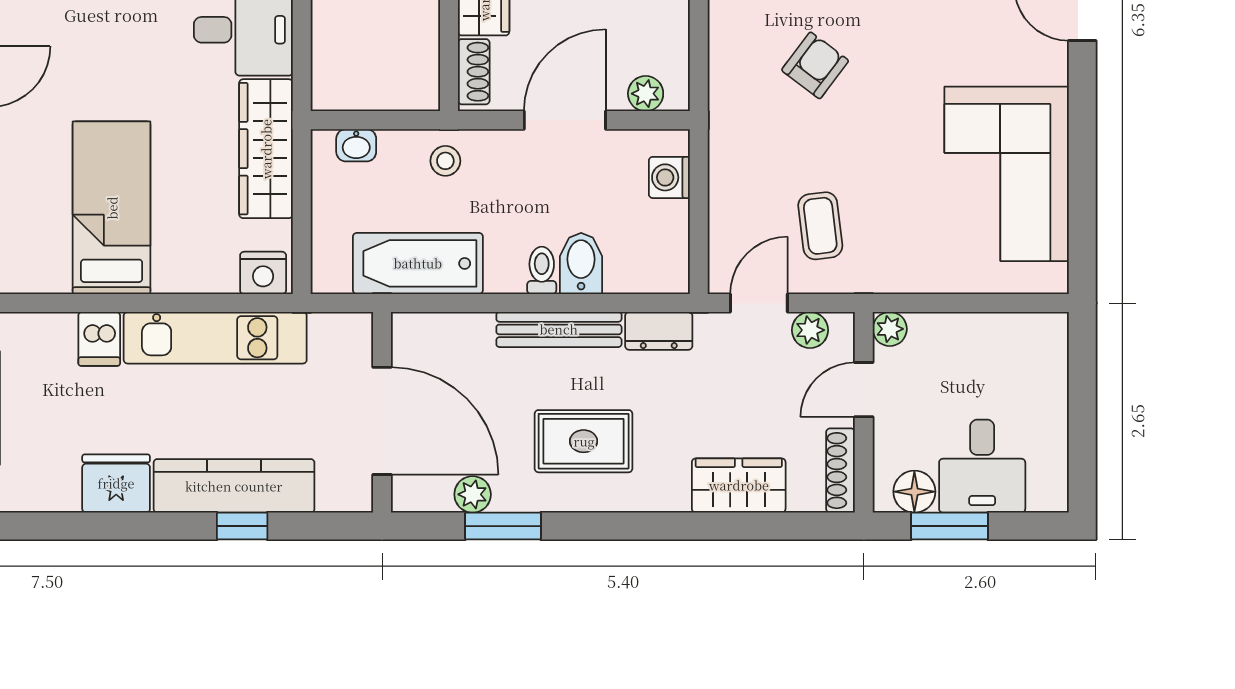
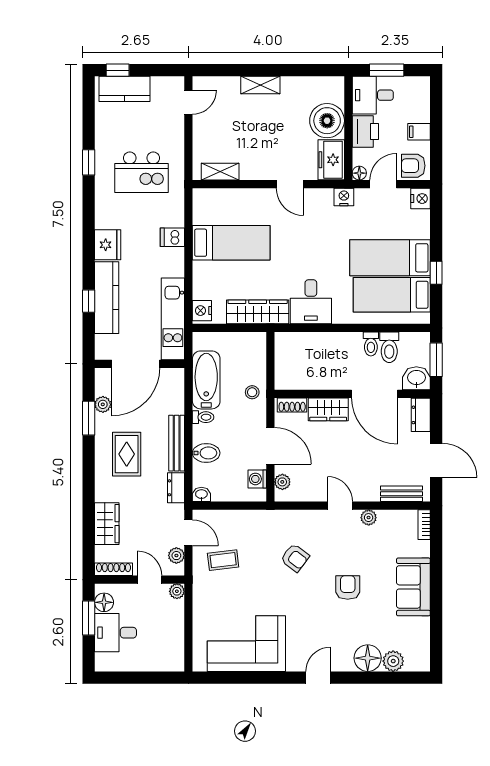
washbasin: (356, 145) -> (201, 494), moved, turned 90
washing machine: (669, 177) -> (257, 479), moved, turned -90
toilet: (542, 270) -> (203, 417), moved
kitchen unit: (215, 338) -> (173, 319), moved

